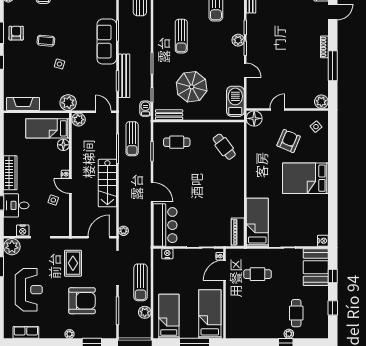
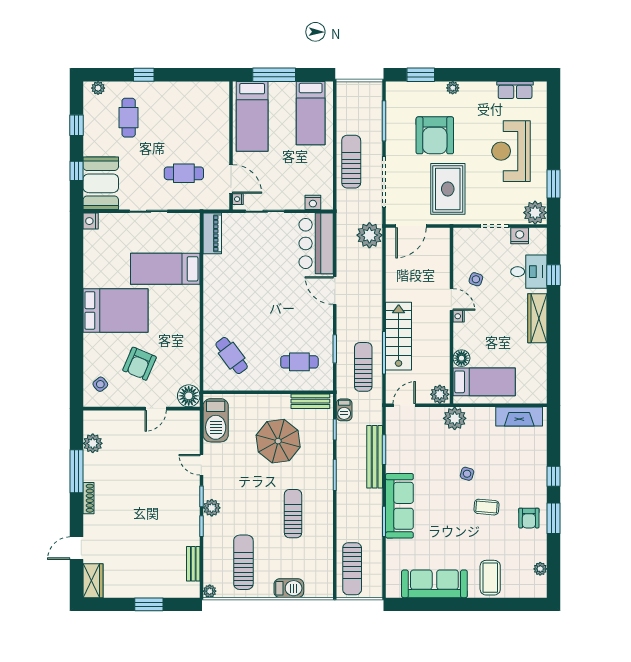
plant: (321, 102) -> (93, 443), moved
door: (103, 112) -> (404, 405), swing flipped
stairs: (107, 183) -> (399, 336), moved
bed: (257, 222) -> (165, 269), moved, turned 90
plant: (123, 231) -> (369, 235), width x1.87, depth x1.87
rug: (73, 263) -> (448, 189), width x1.36, depth x1.43
door: (225, 270) -> (231, 179), hinge flipped
armchair: (82, 301) -> (435, 135), turned -90
plant: (145, 312) -> (345, 119), removed
plant: (289, 334) -> (98, 88), moved

